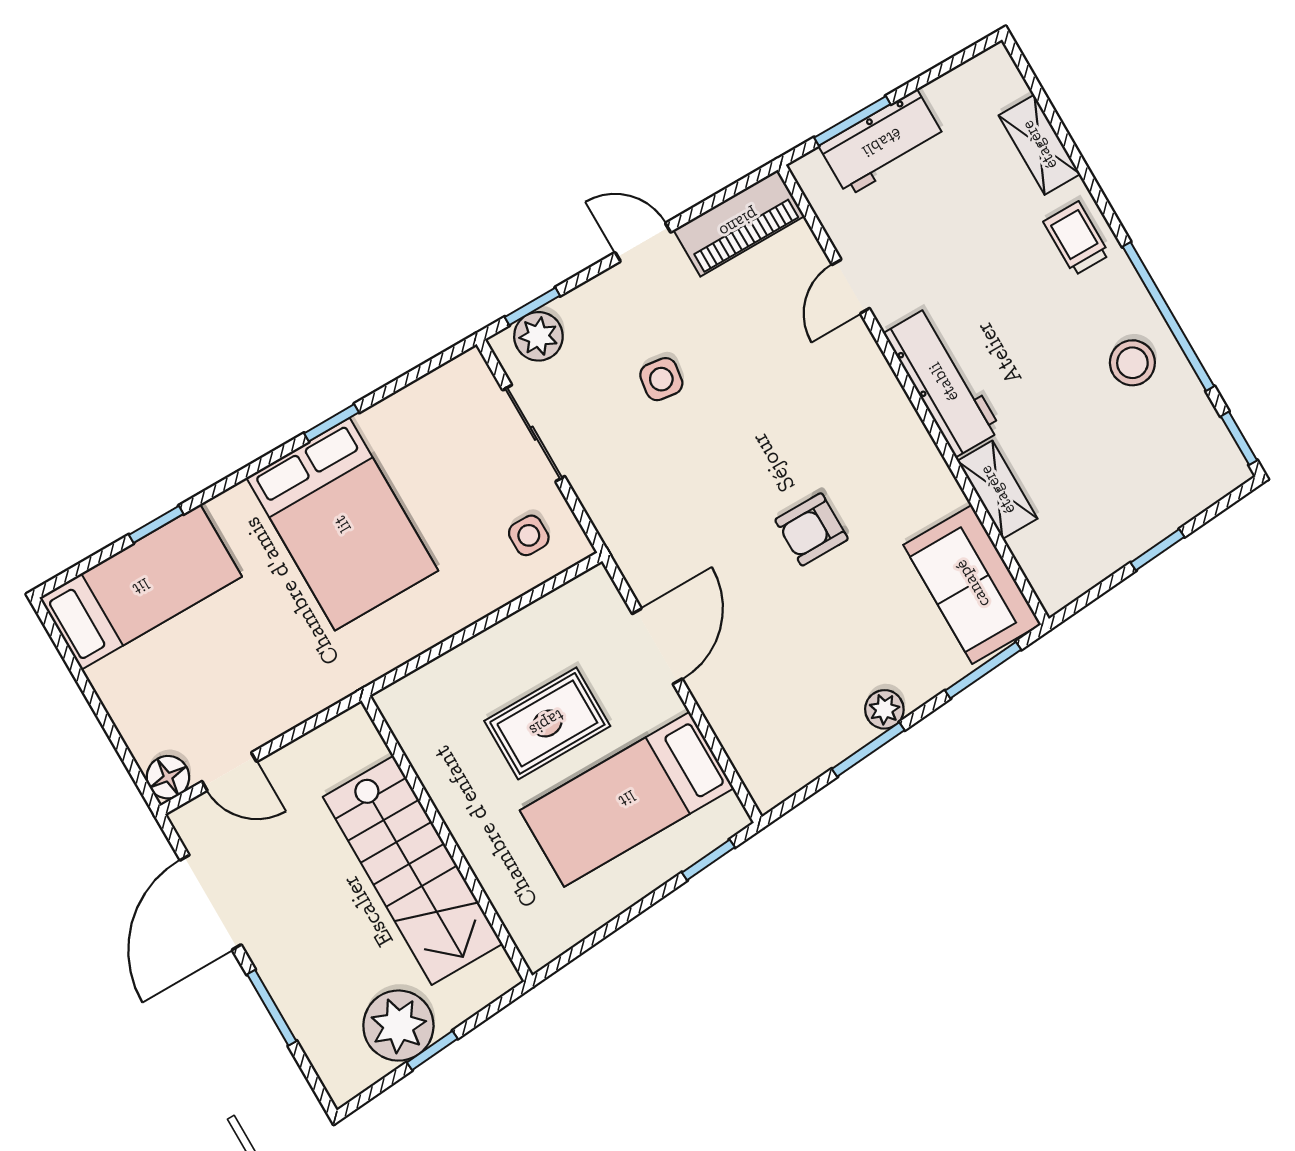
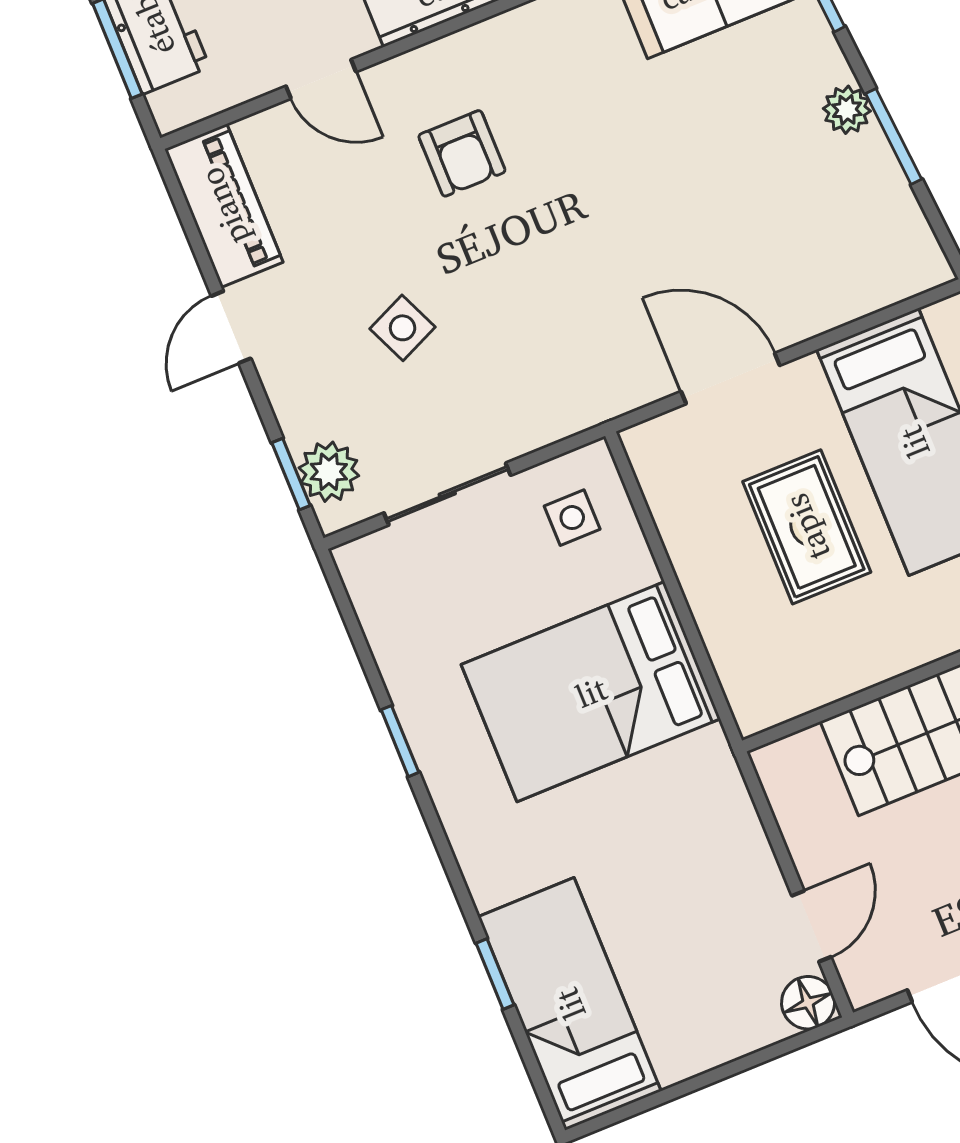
side table: (661, 379) -> (403, 328), turned -32
bed: (342, 524) -> (591, 692), moved, turned 180
armchair: (812, 529) -> (462, 153), moved

